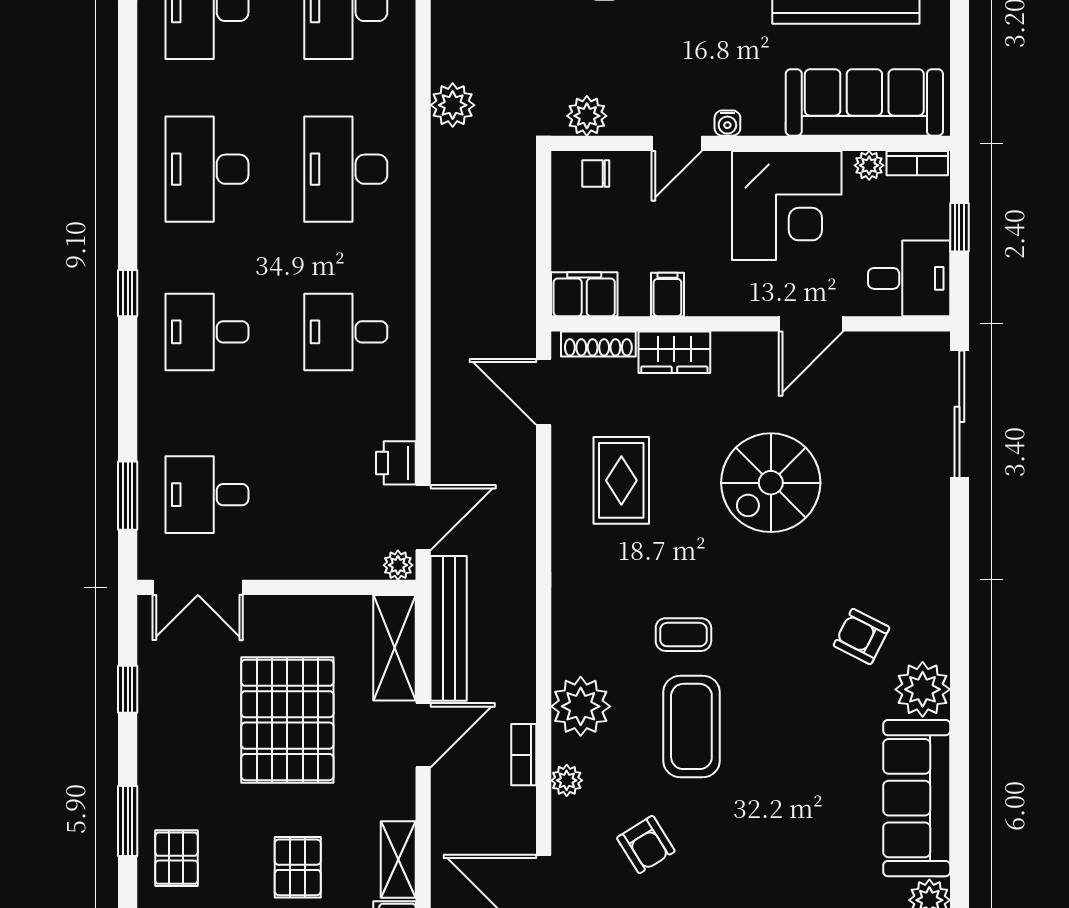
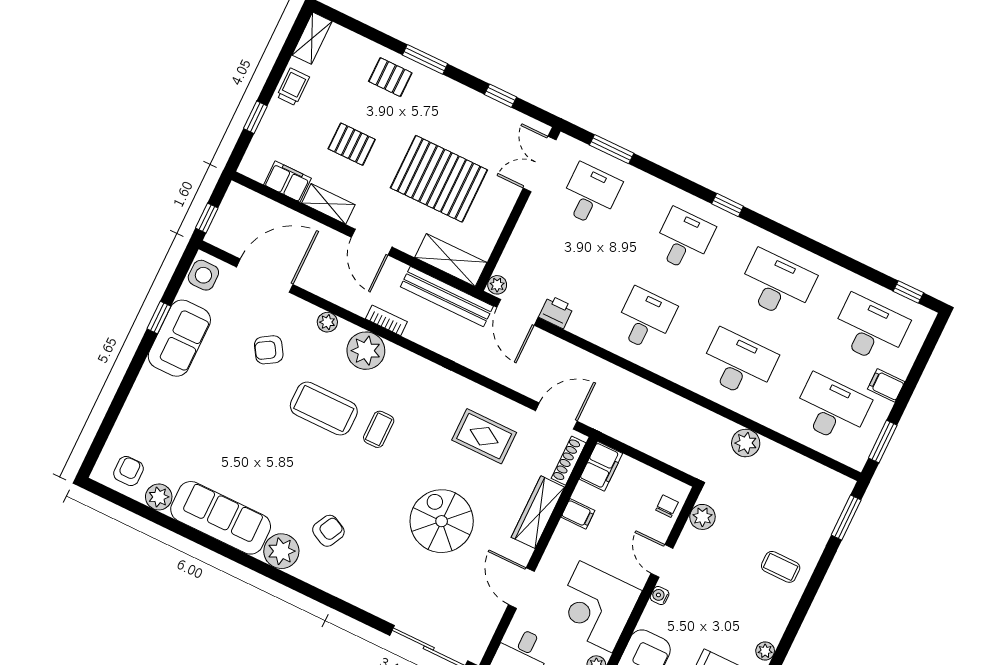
wardrobe: (674, 352) -> (538, 512), width x1.50
door: (423, 735) -> (372, 242), moved
bookcase: (524, 755) -> (386, 320), moved

